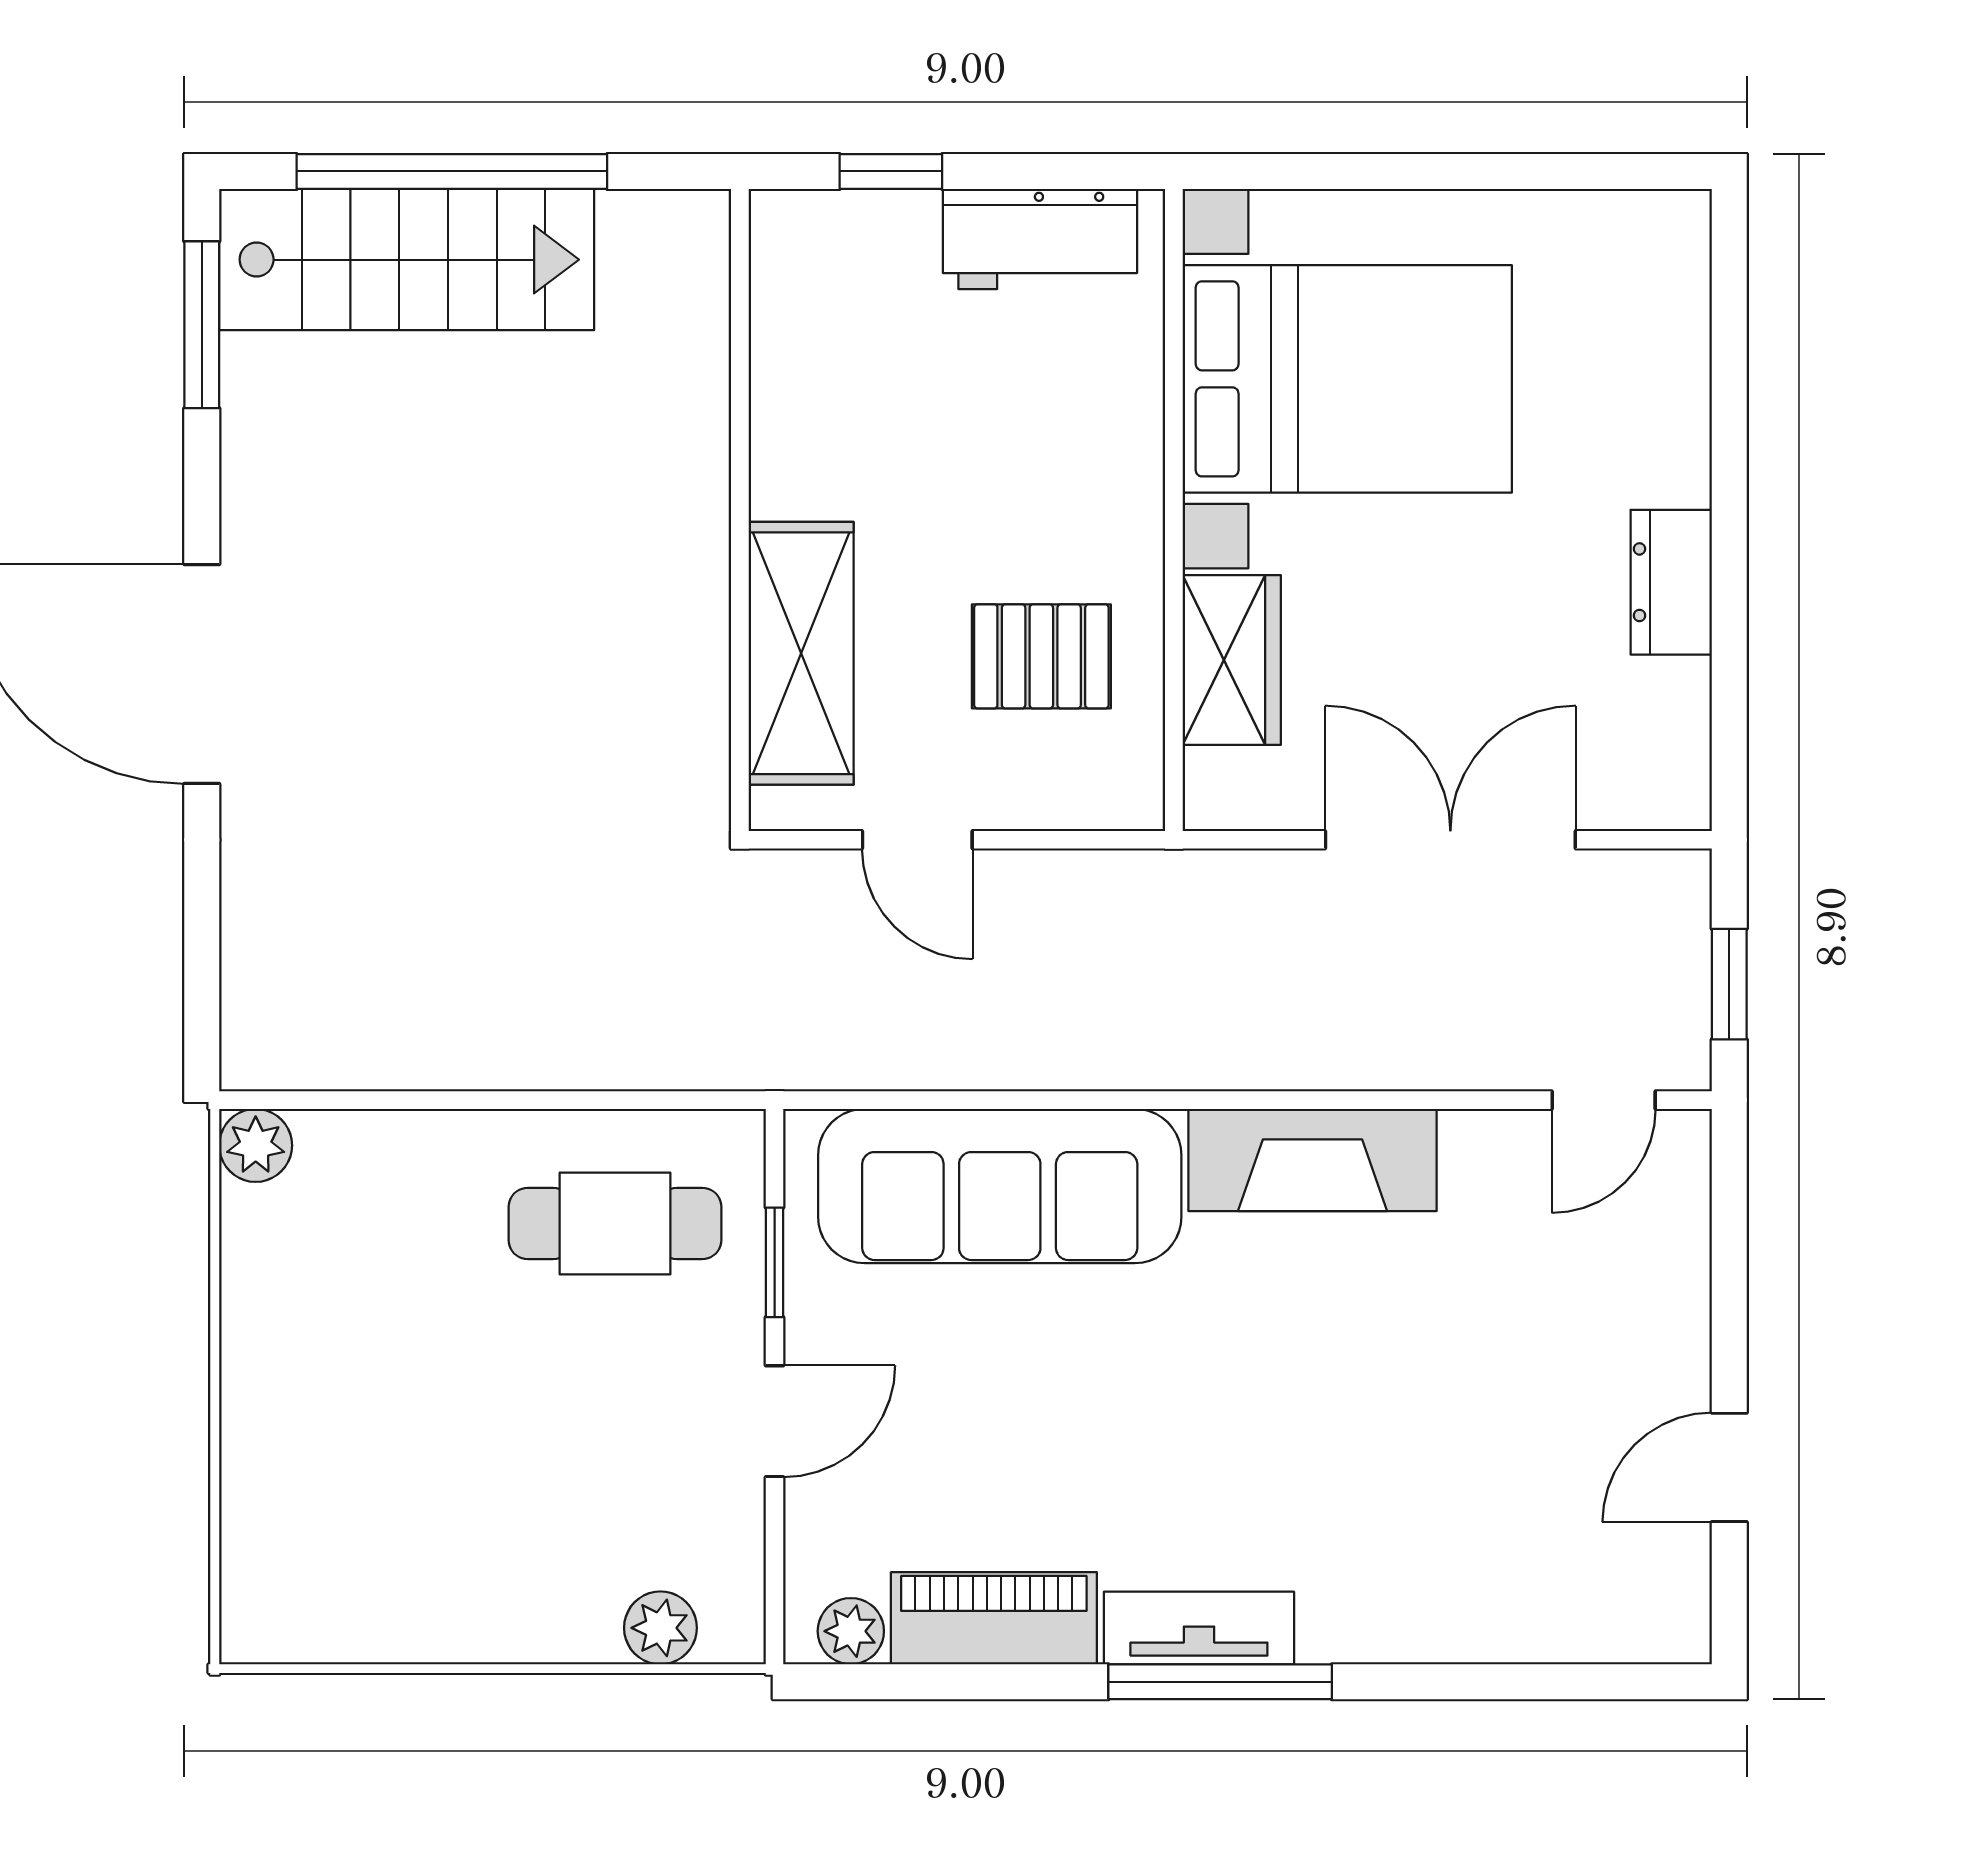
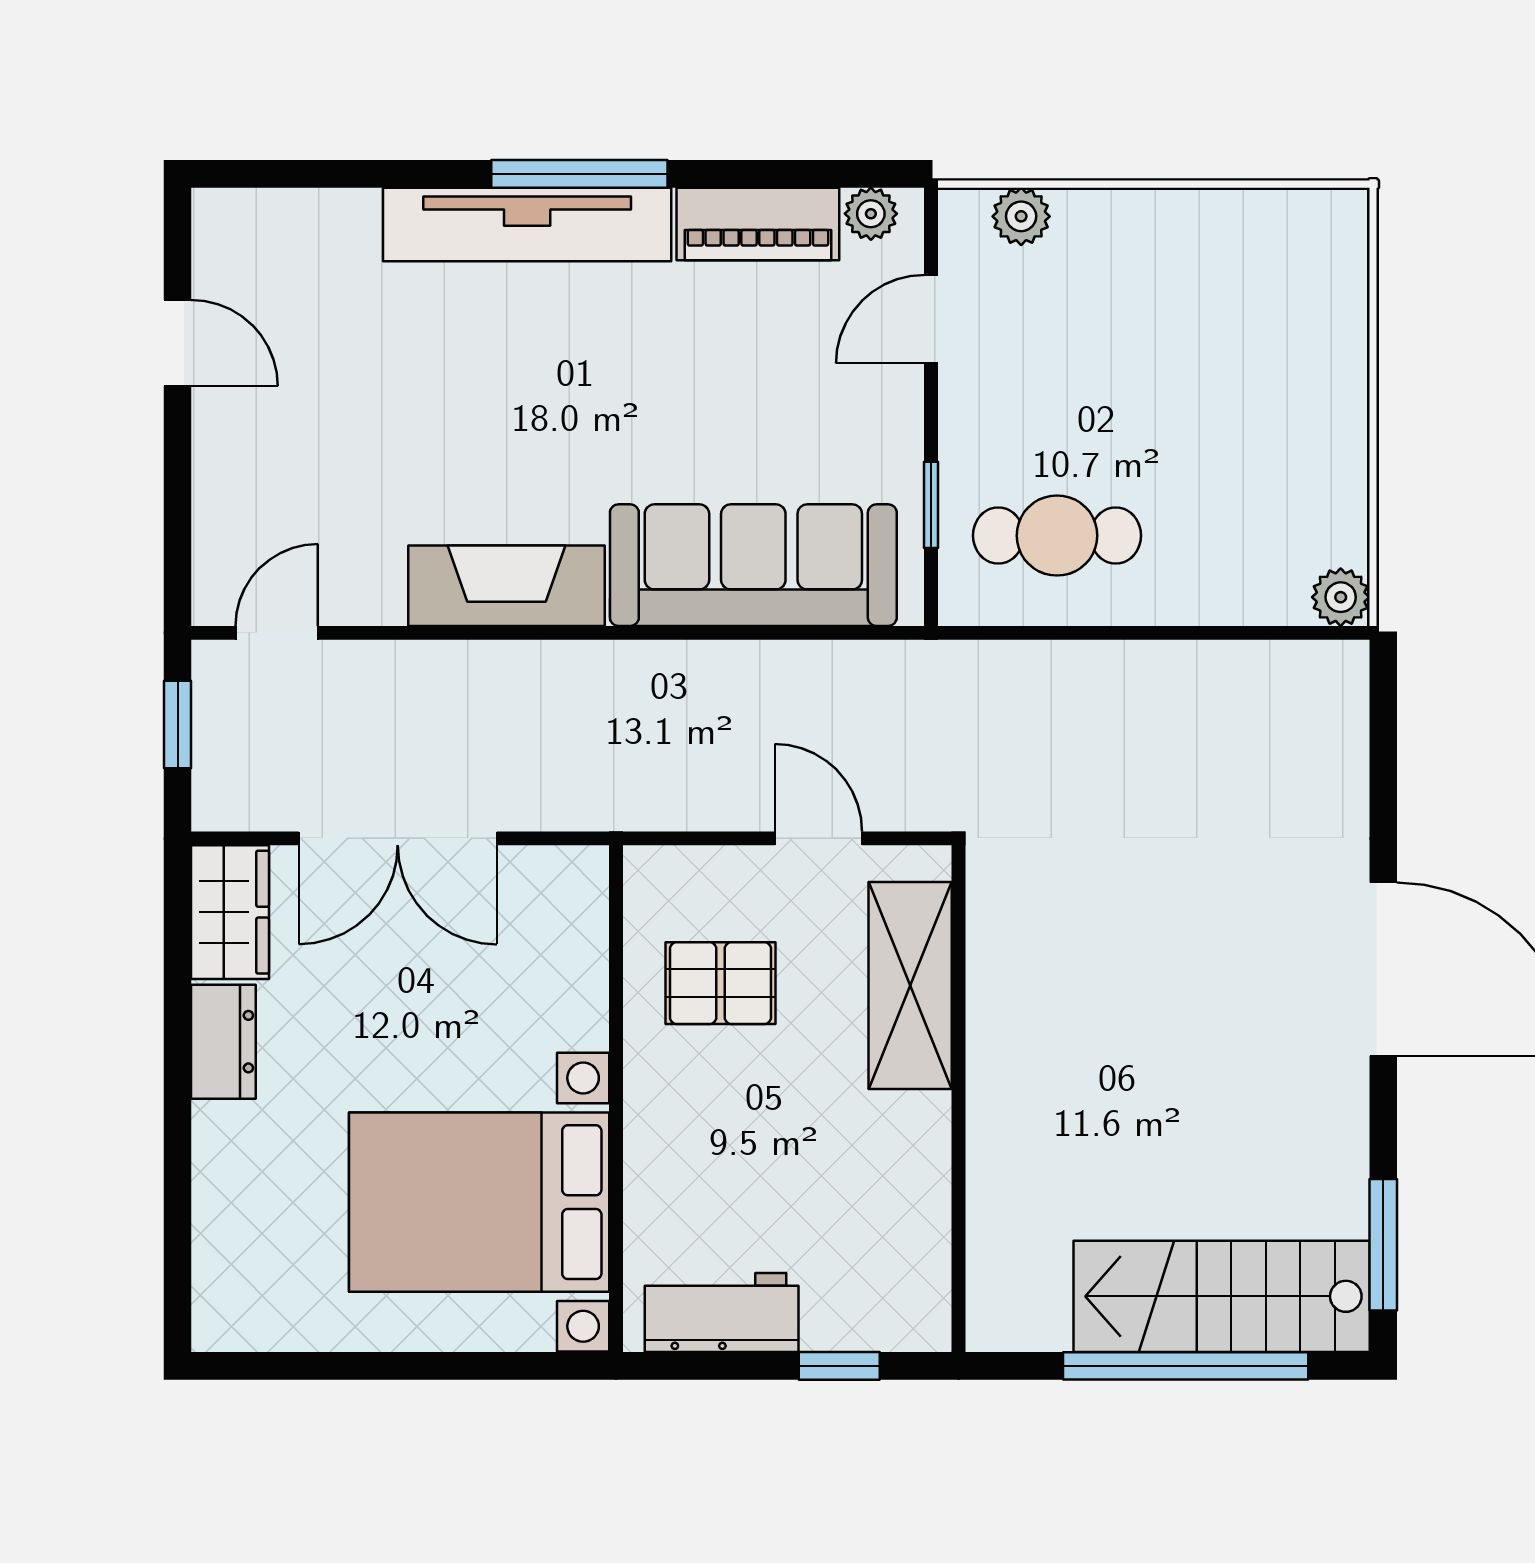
wardrobe: (1232, 660) -> (230, 912), moved, turned 180
door: (775, 1421) -> (931, 319), moved
door: (1729, 1467) -> (178, 343), hinge flipped
tv unit: (1199, 1628) -> (527, 224), width x1.92, depth x1.29

